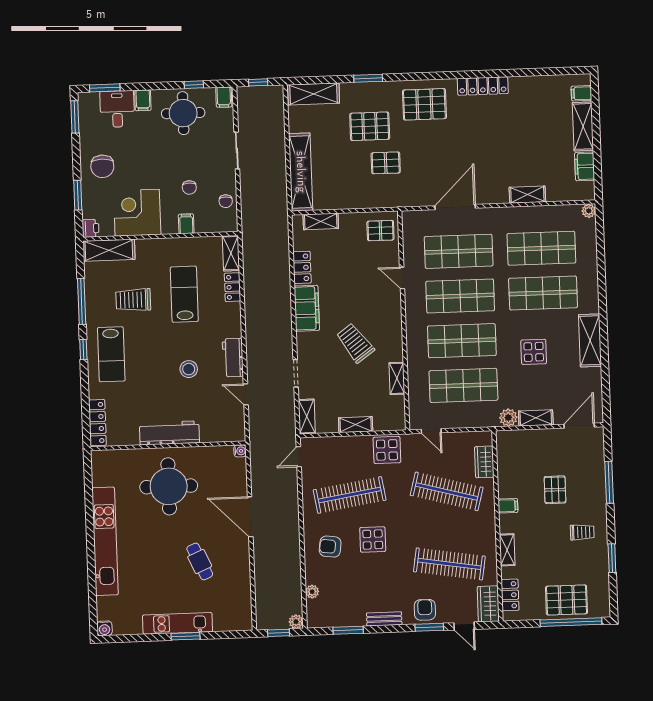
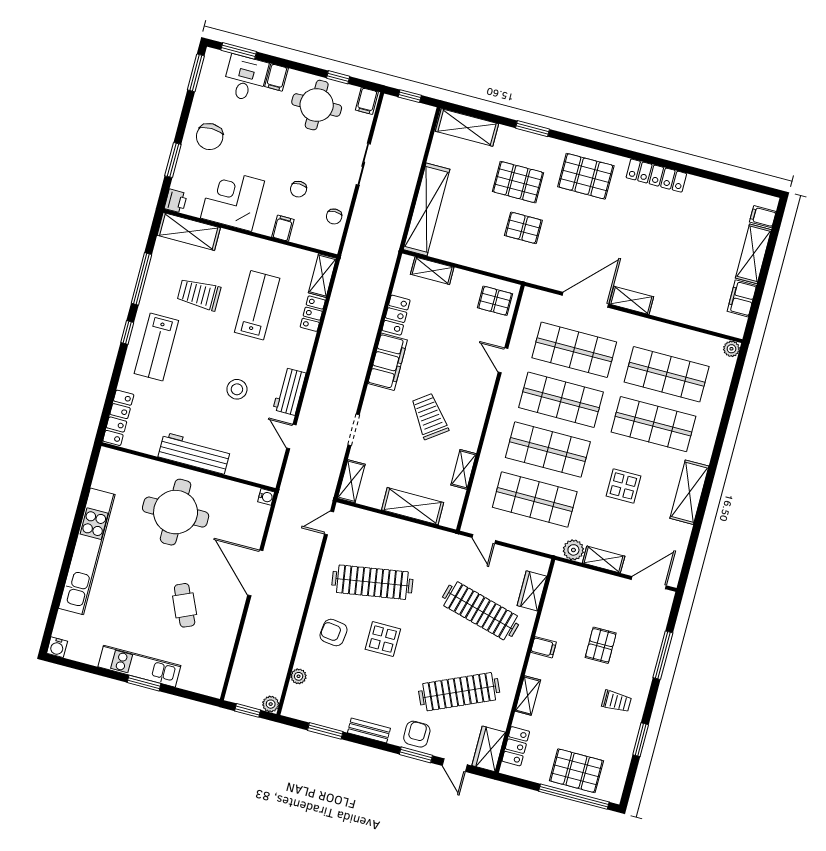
shelving: (527, 195) -> (631, 300), moved
shelving: (356, 425) -> (413, 506), width x1.50, depth x1.33
display table: (387, 450) -> (429, 545), removed
clothes rail: (449, 564) -> (459, 692), turned -33

